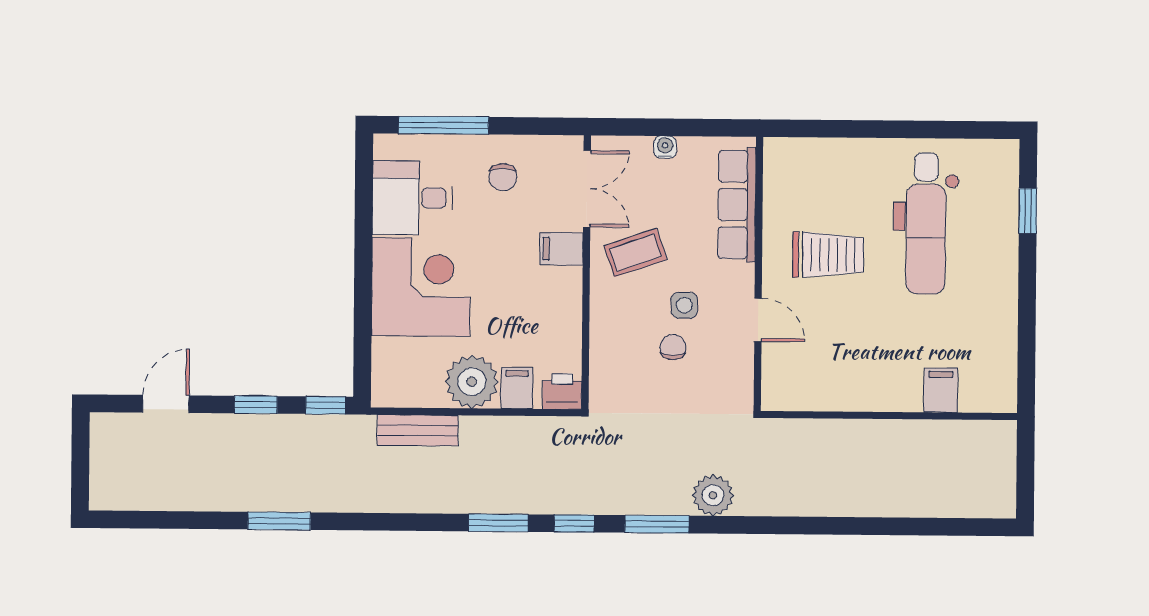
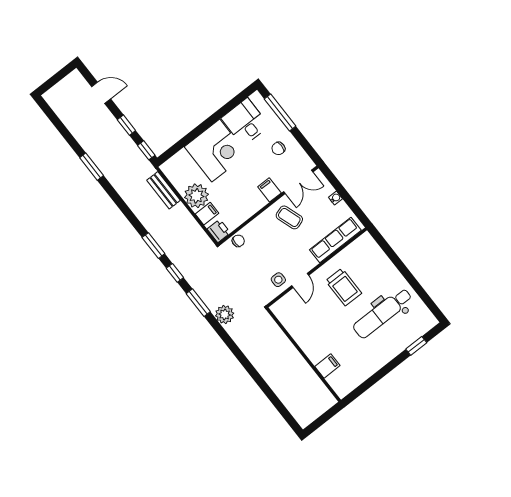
side table: (684, 305) -> (278, 280), moved
chair: (673, 347) -> (238, 241), moved

